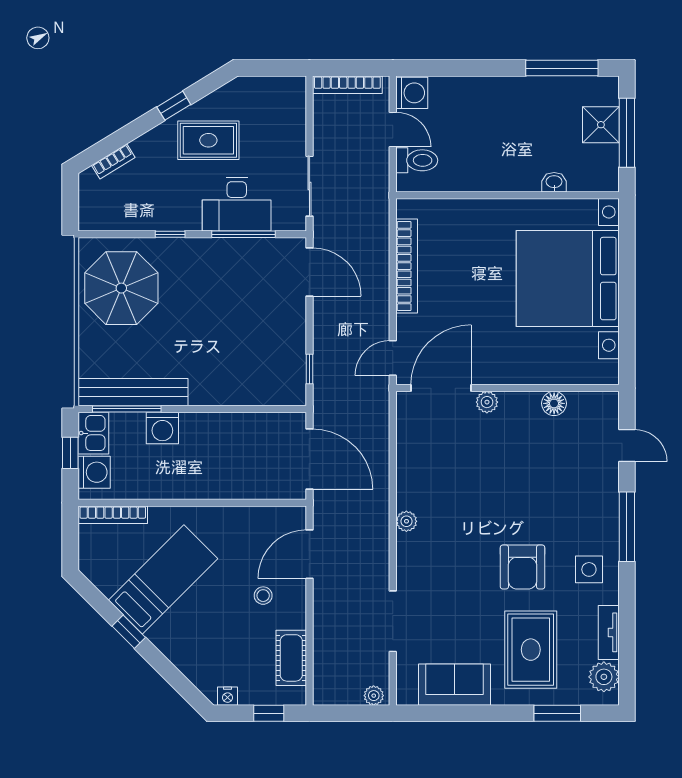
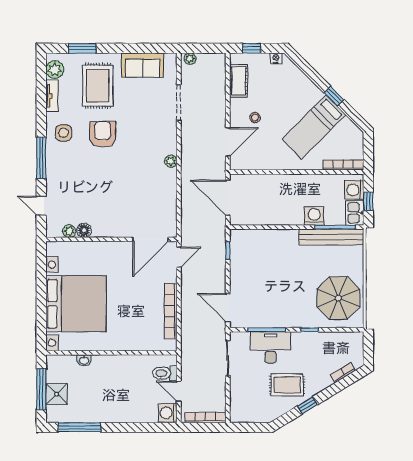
plant: (487, 402) -> (69, 231), moved

